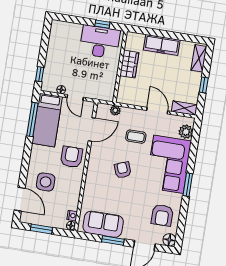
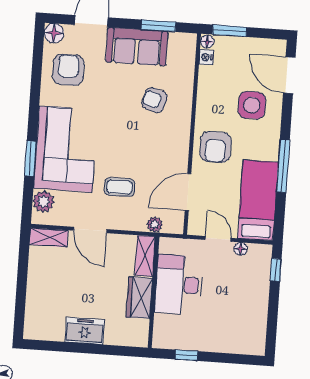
desk: (100, 42) -> (179, 285), moved, turned 90
freezer: (162, 45) -> (85, 331), width x0.71
shelving: (199, 58) -> (145, 256), moved
window: (204, 85) -> (22, 276), removed
window: (32, 120) -> (283, 166), moved
armchair: (123, 170) -> (155, 100), moved, turned 127
window: (188, 185) -> (30, 159), moved
sofa: (103, 224) -> (137, 47), moved
window: (41, 229) -> (230, 31), moved
window: (113, 240) -> (159, 26), moved

